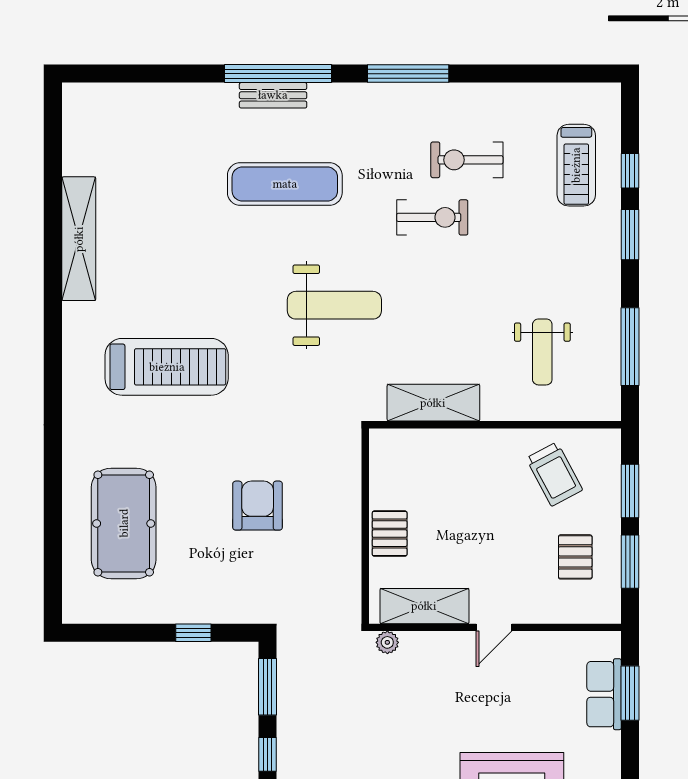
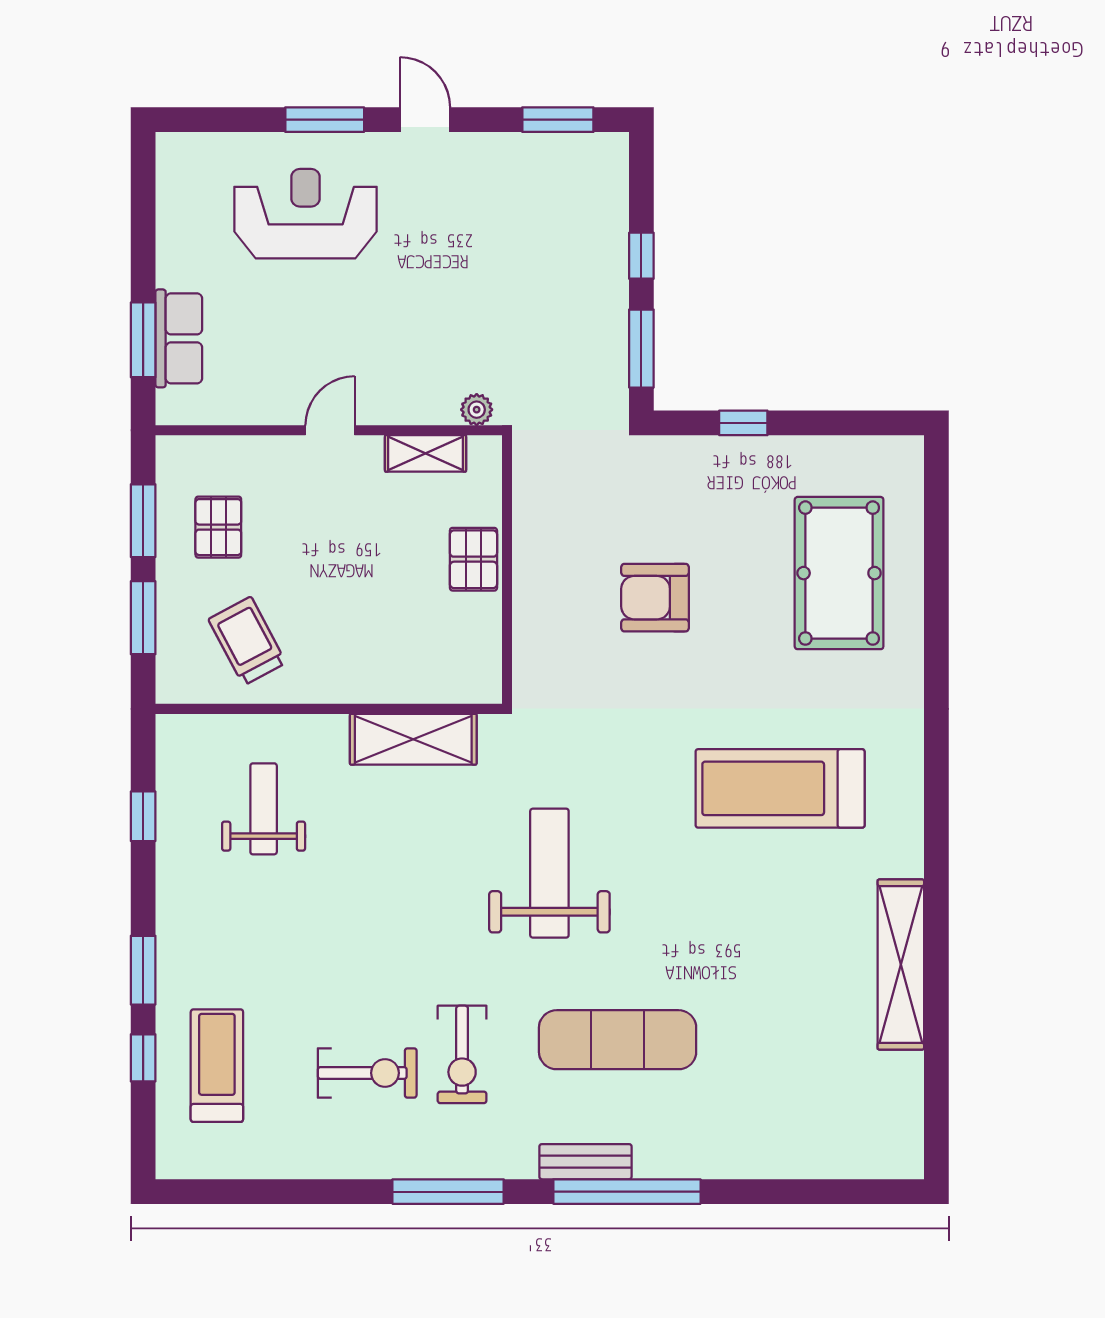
bench: (273, 95) -> (585, 1162), moved
exercise bike: (432, 217) -> (462, 1054), moved, turned -90
weight bench: (334, 305) -> (549, 873), turned 90
window: (630, 347) -> (143, 816), width x0.46
armchair: (258, 506) -> (655, 598), turned 90
shelving: (424, 606) -> (426, 453), width x0.67, depth x0.75

